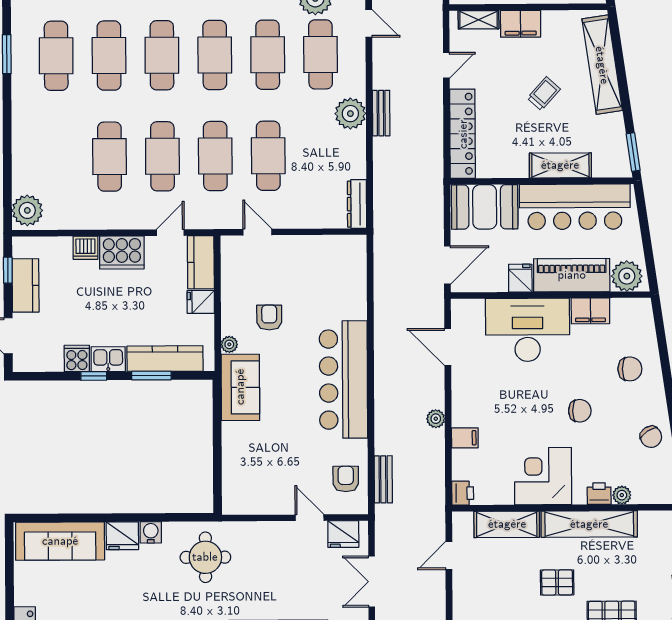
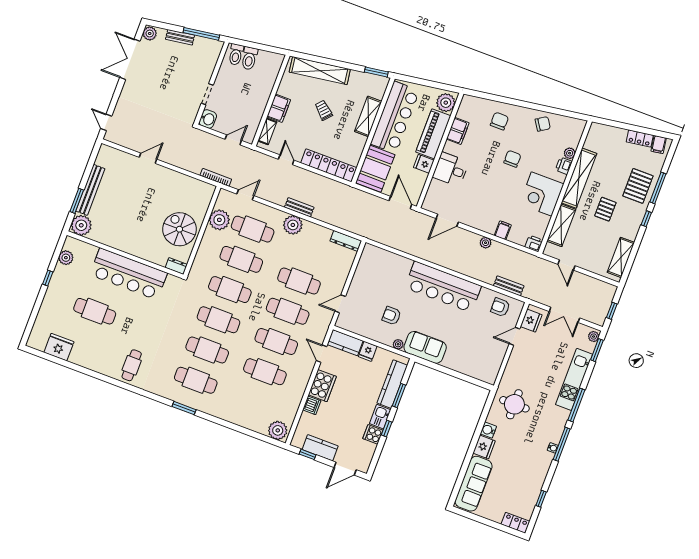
desk: (528, 330) -> (451, 169), width x0.53, depth x0.77

